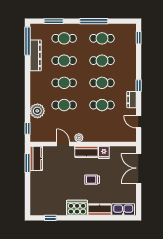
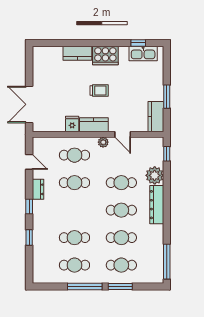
window: (54, 21) -> (120, 286), moved
window: (139, 38) -> (29, 237), moved
dresser: (36, 55) -> (157, 205), moved
cafe table: (102, 83) -> (74, 155), moved
window: (27, 163) -> (167, 97), moved
double door: (139, 168) -> (29, 104), swing flipped
trolley: (92, 180) -> (99, 90), moved
kitchen sink: (123, 209) -> (143, 53), moved

